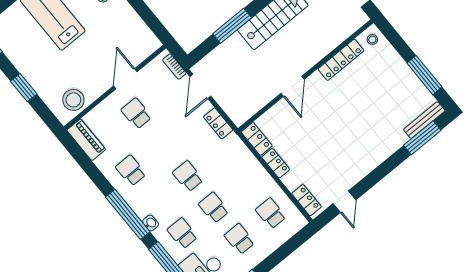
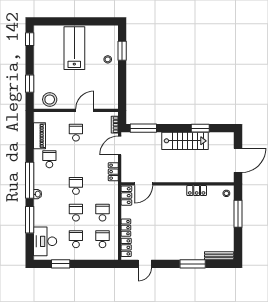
window: (232, 26) -> (143, 128), moved
locker: (341, 60) -> (197, 191), width x0.66
window: (424, 75) -> (238, 214), moved
door: (293, 86) -> (144, 184), moved
window: (24, 88) -> (30, 84), moved
window: (422, 138) -> (193, 264), moved
piano: (86, 140) -> (40, 136), moved
locker: (276, 163) -> (126, 228), moved
school desk: (182, 233) -> (102, 213), moved

